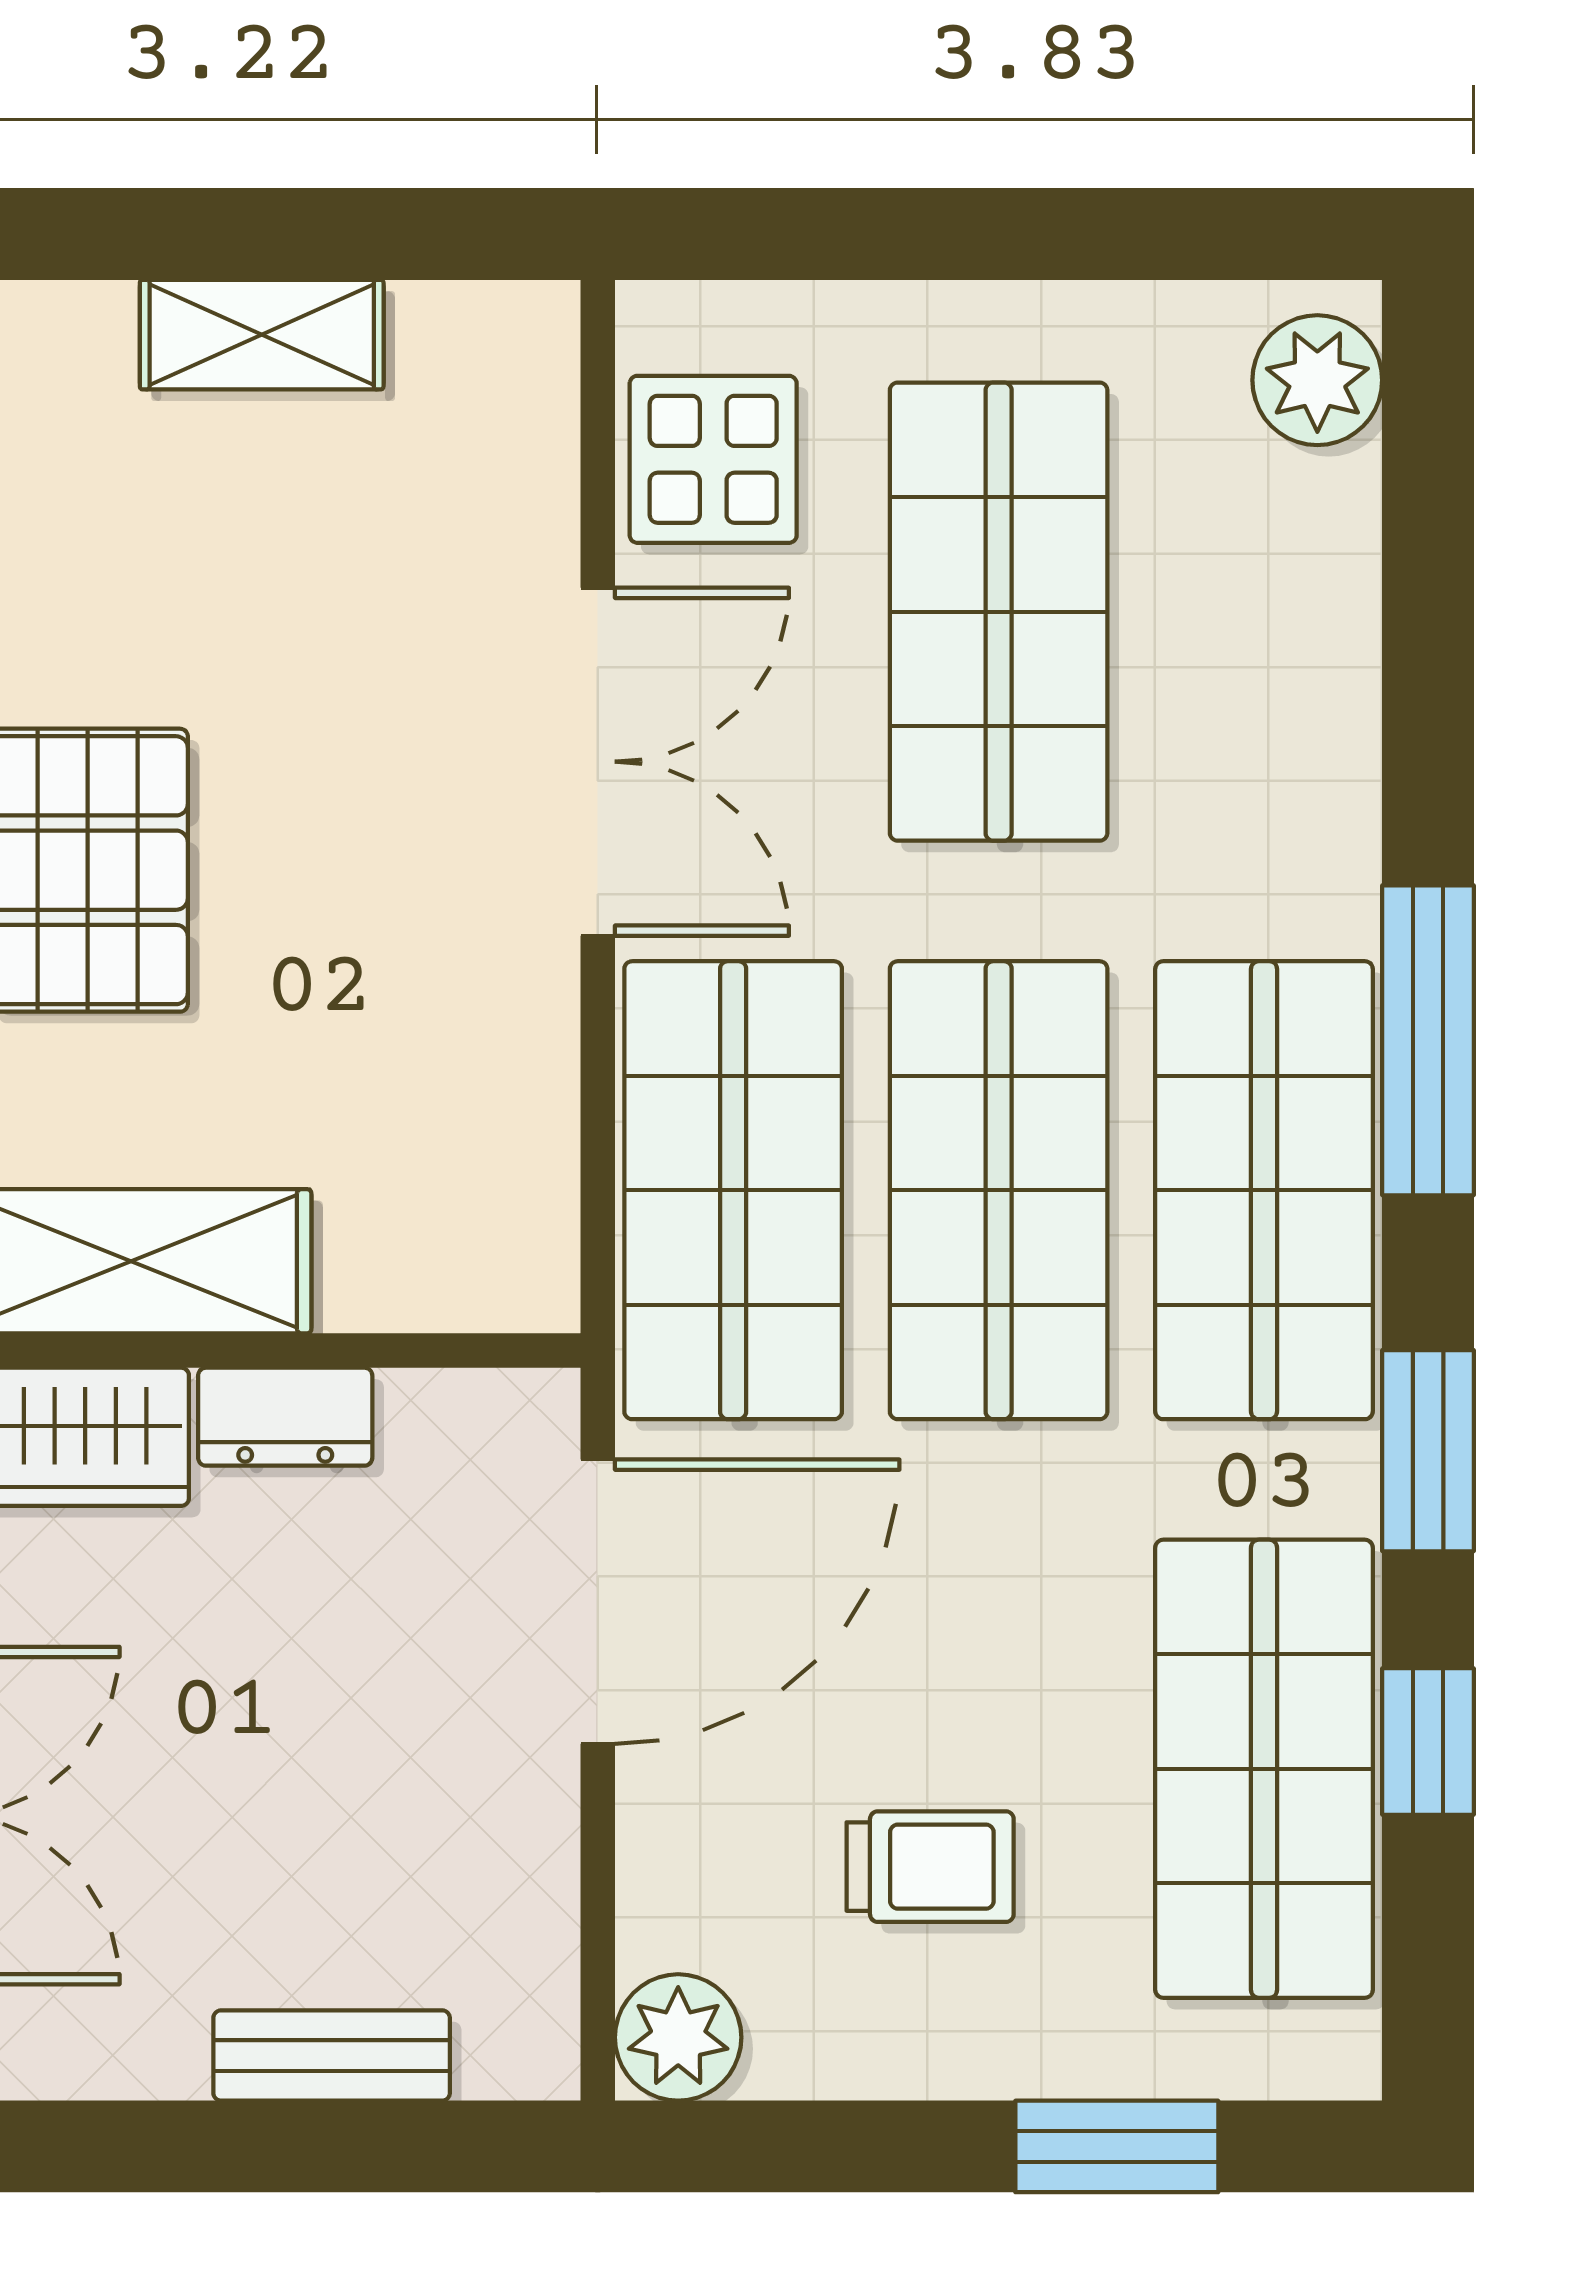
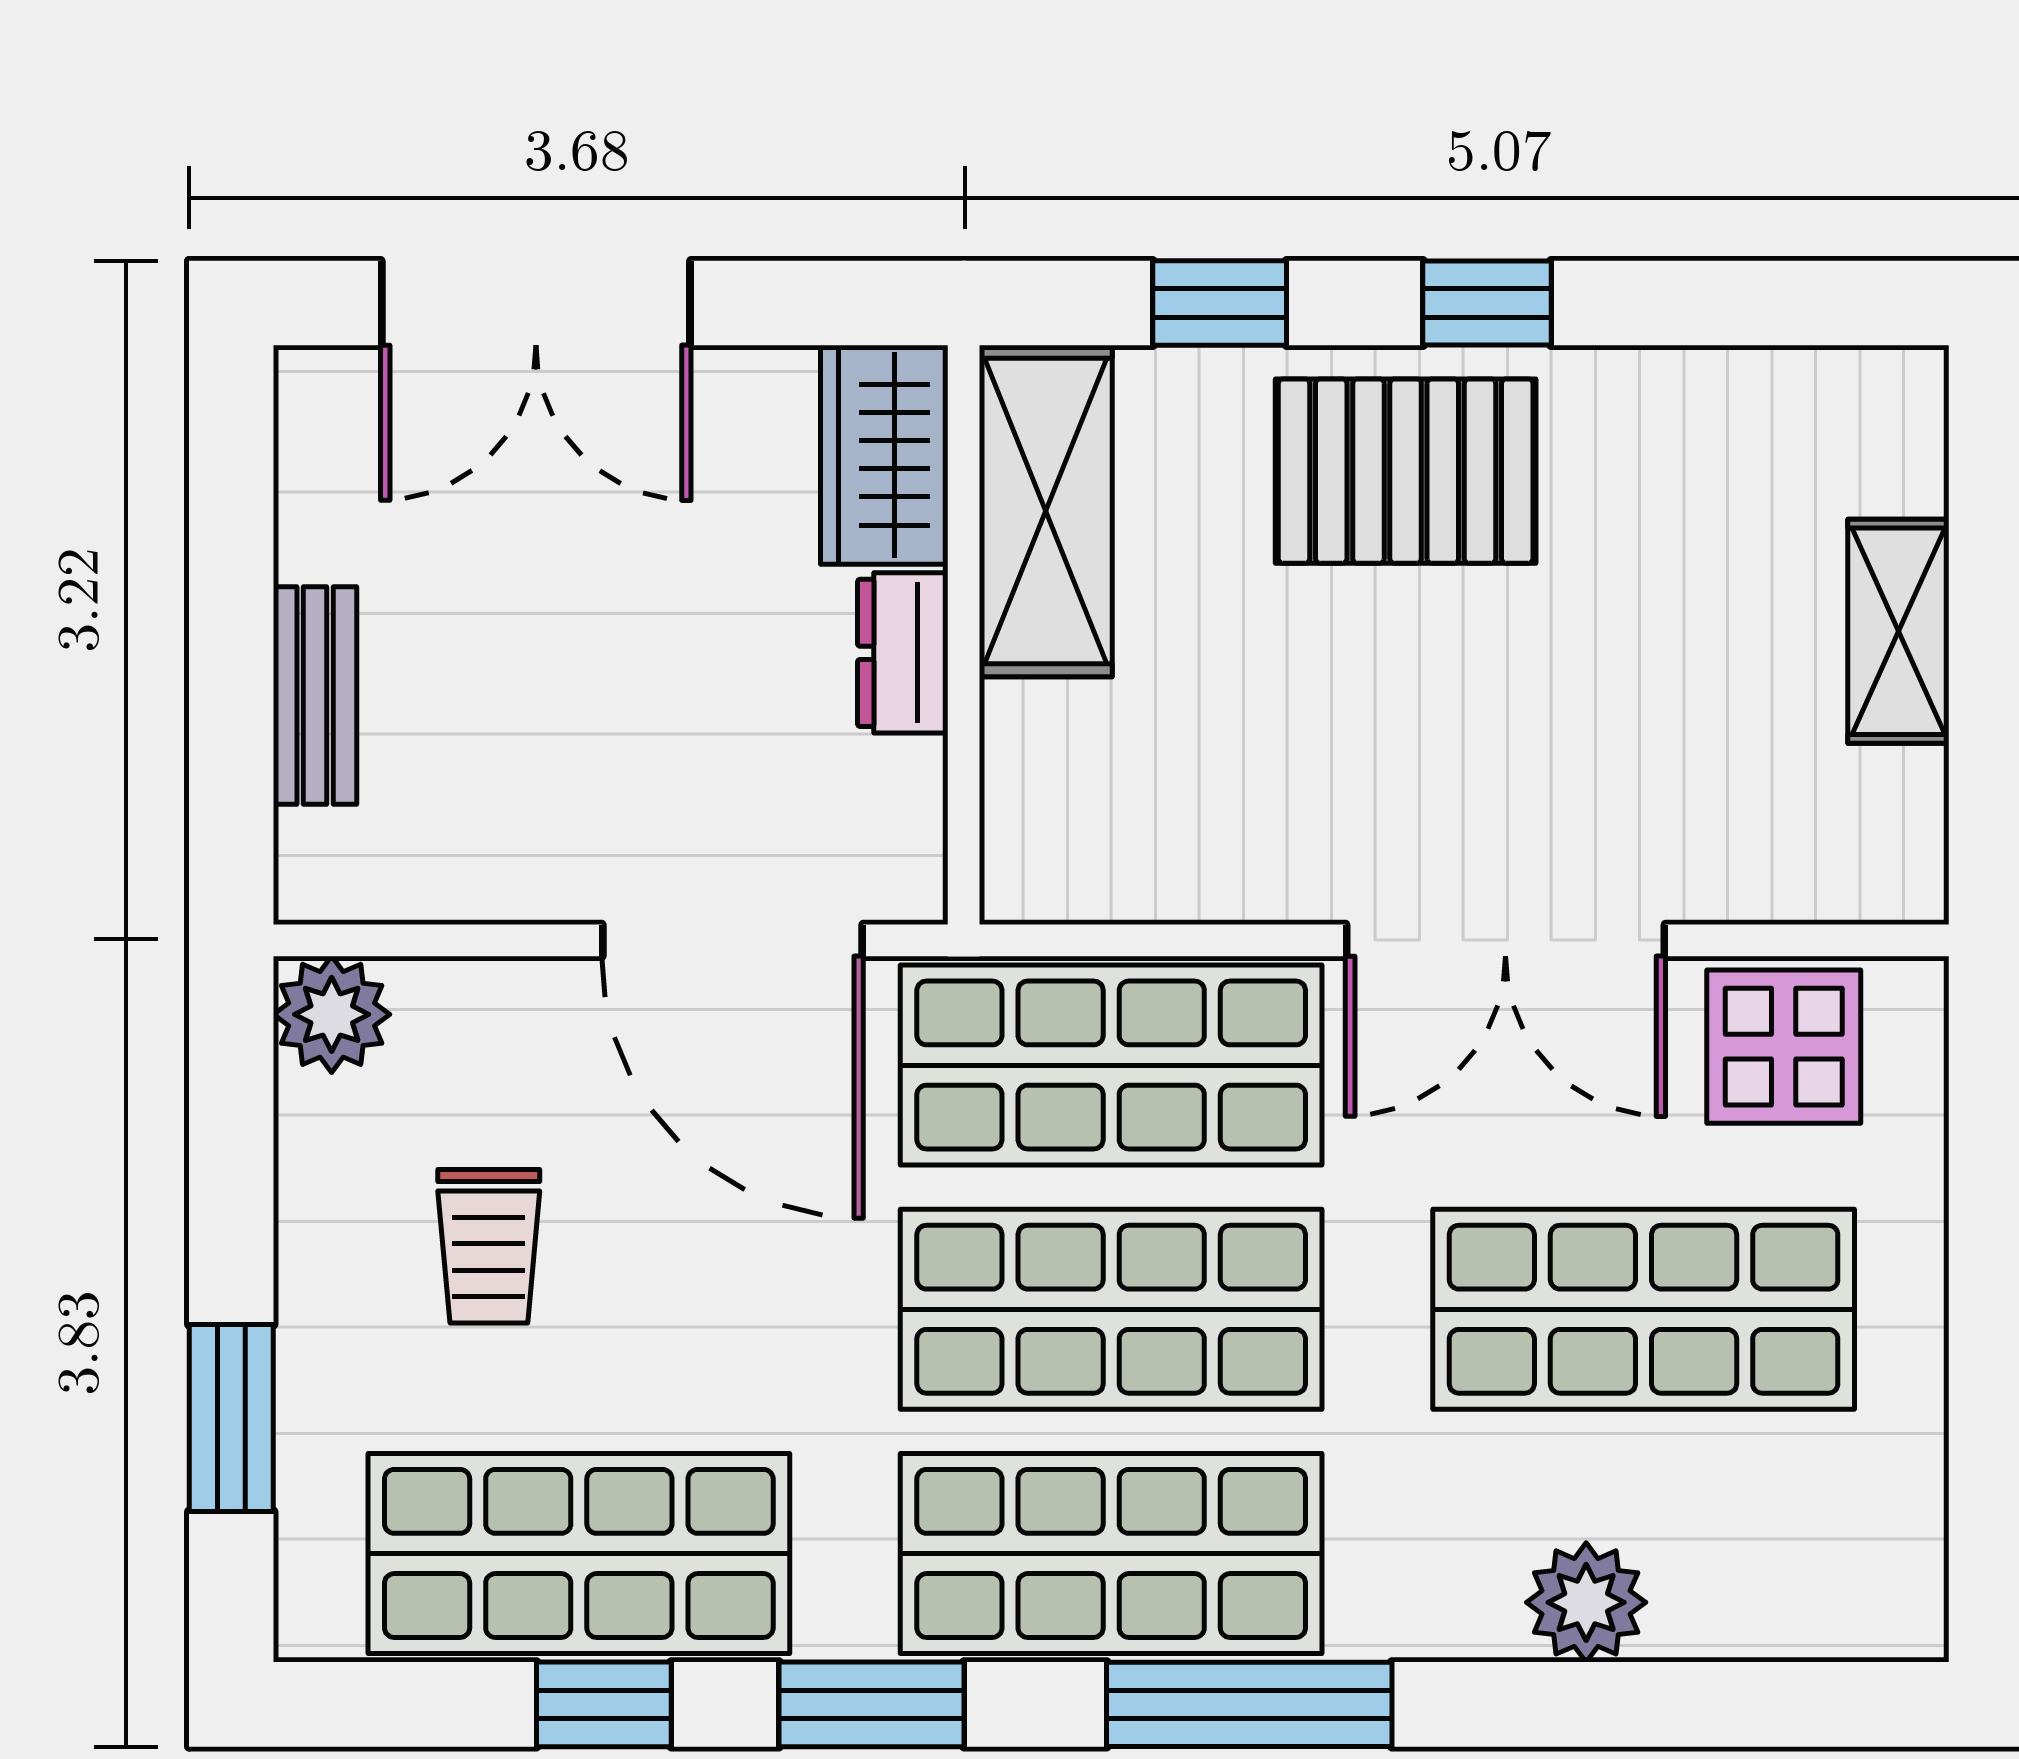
plant: (1317, 380) -> (1586, 1602), moved

